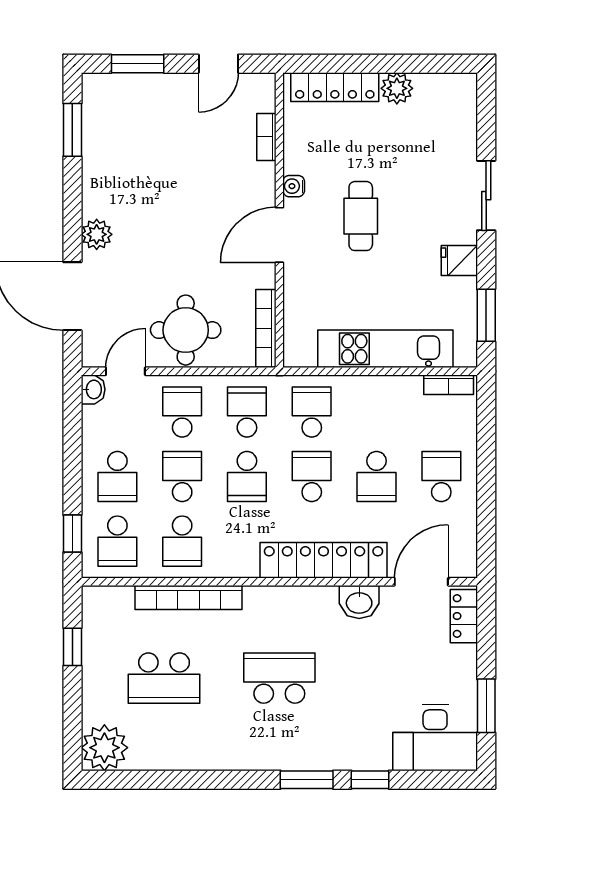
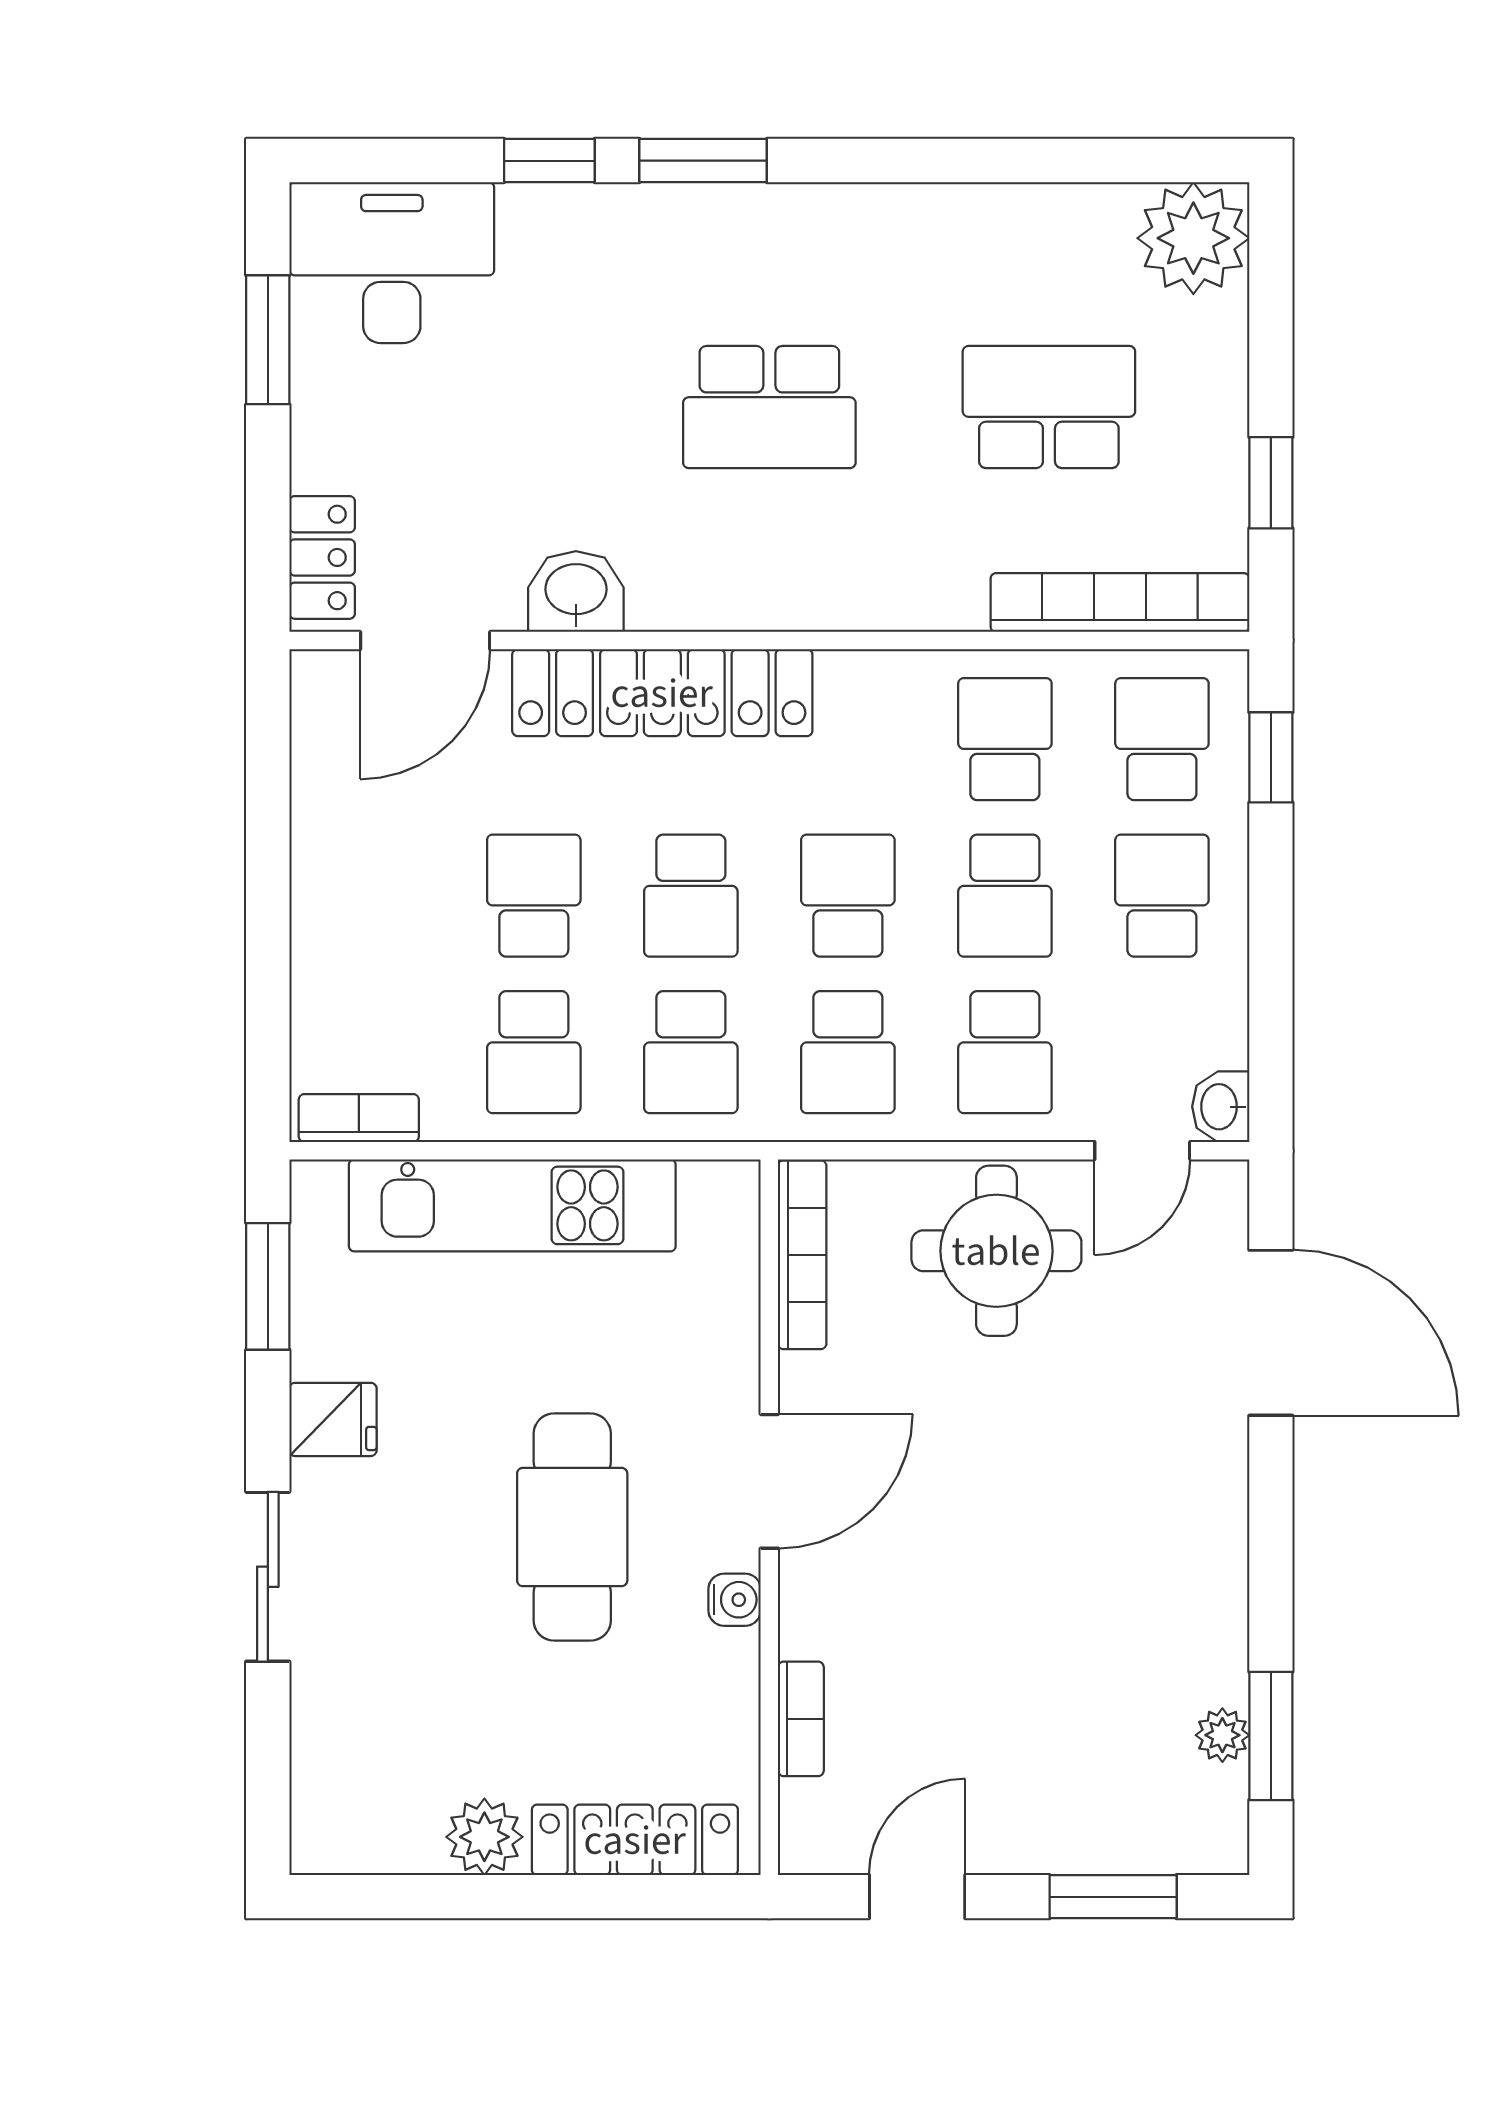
cafe table: (361, 216) -> (572, 1527), width x1.37, depth x1.35
plant: (97, 234) -> (1222, 1735), moved, width x0.73, depth x0.73
school desk: (441, 477) -> (534, 1052), moved
bookcase: (188, 597) -> (1120, 603), moved

